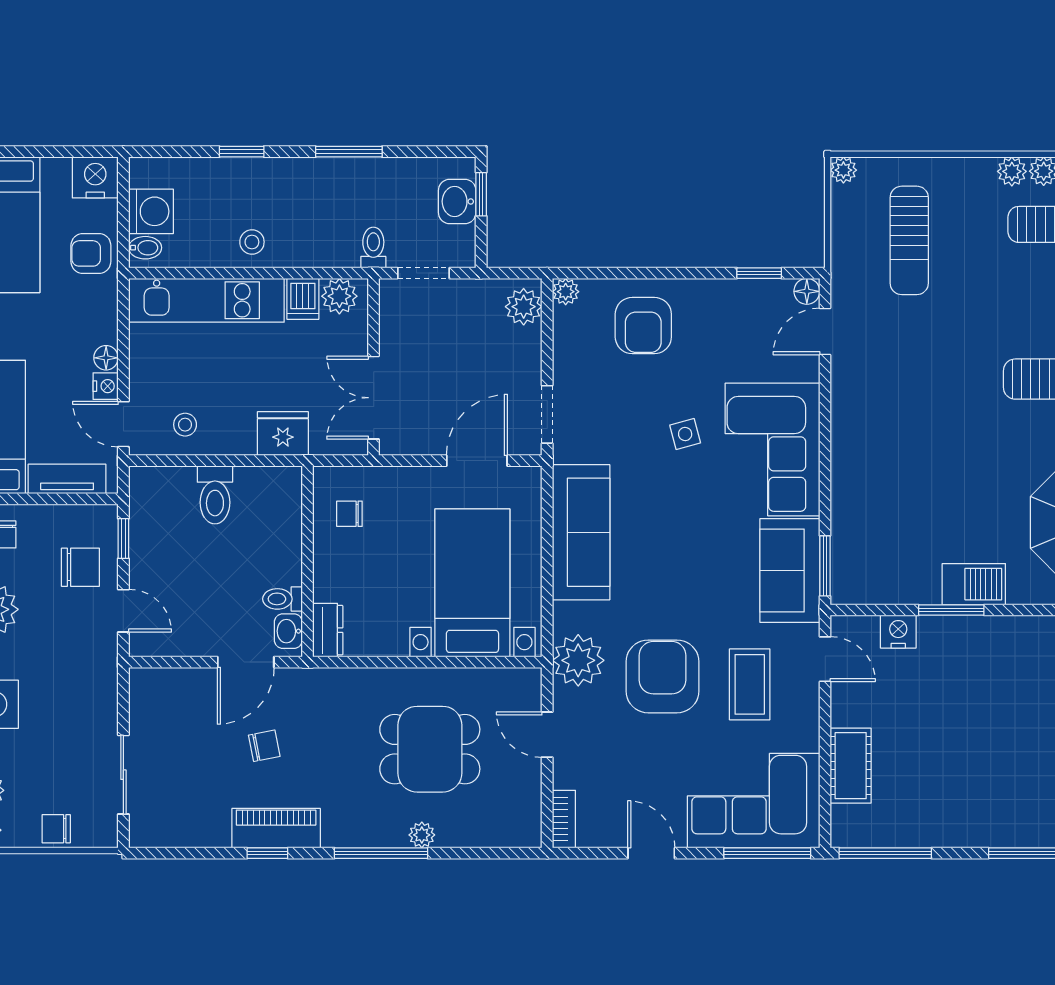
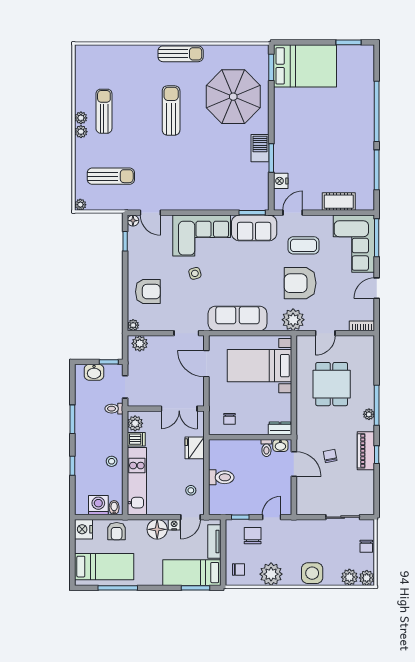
window: (481, 194) -> (109, 362), moved
floor lamp: (106, 358) -> (157, 529), width x1.89, depth x1.89
plant: (422, 835) -> (369, 414), moved
window: (885, 853) -> (377, 170), moved

